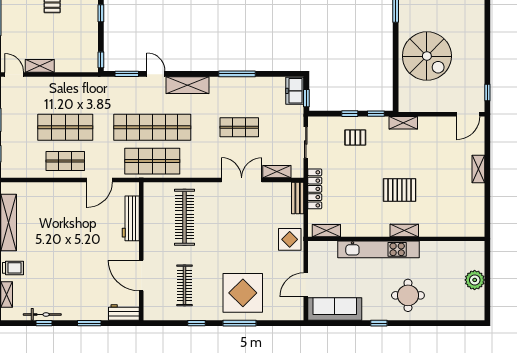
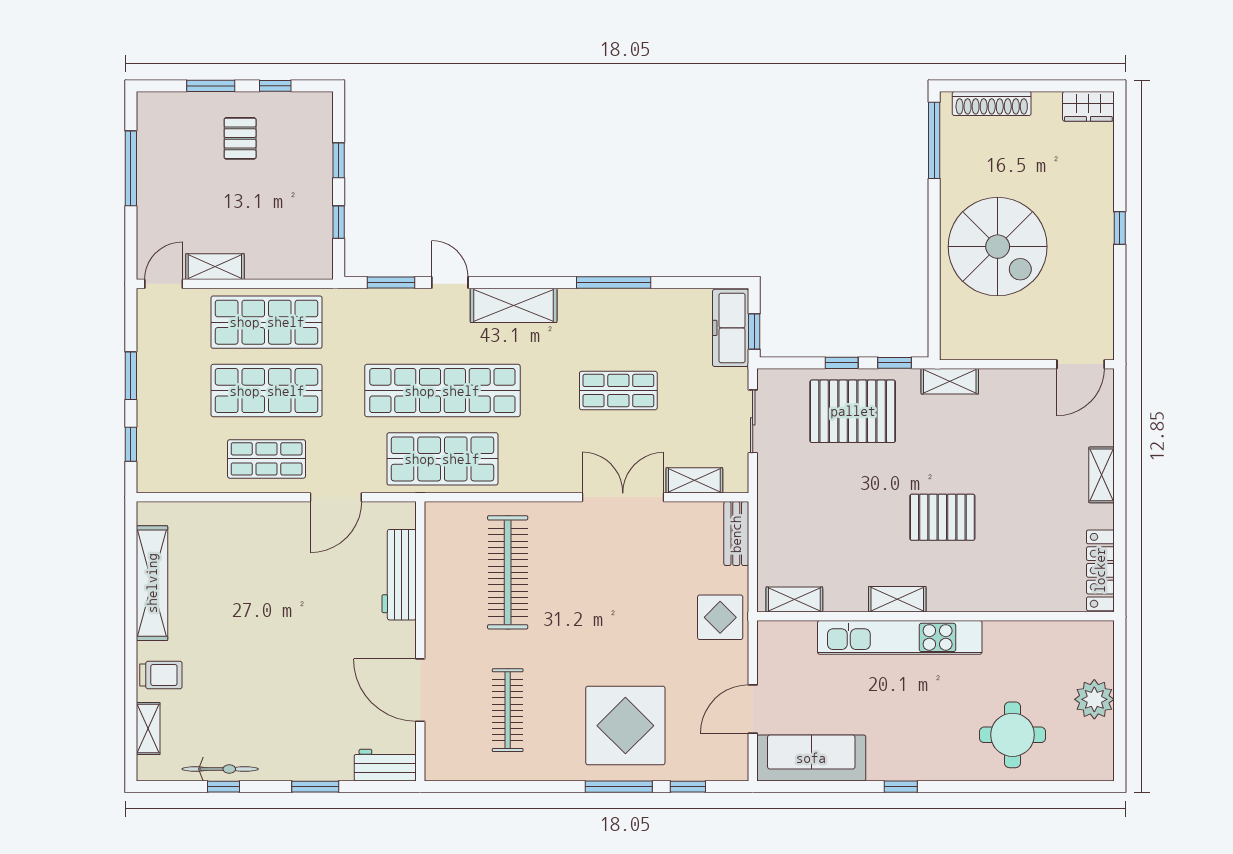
window: (101, 60) -> (339, 222), moved
door: (14, 74) -> (164, 284), hinge flipped
freezer: (295, 91) -> (731, 328), width x1.40
shop shelf: (65, 93) -> (267, 322), added
window: (487, 93) -> (1120, 228), moved
pallet: (355, 137) -> (853, 411), width x2.05, depth x2.00
locker: (315, 189) -> (1100, 570), moved, turned 180
shelving: (404, 230) -> (897, 599), moved
round table: (408, 295) -> (1013, 735), moved
window: (197, 323) -> (688, 787), moved

